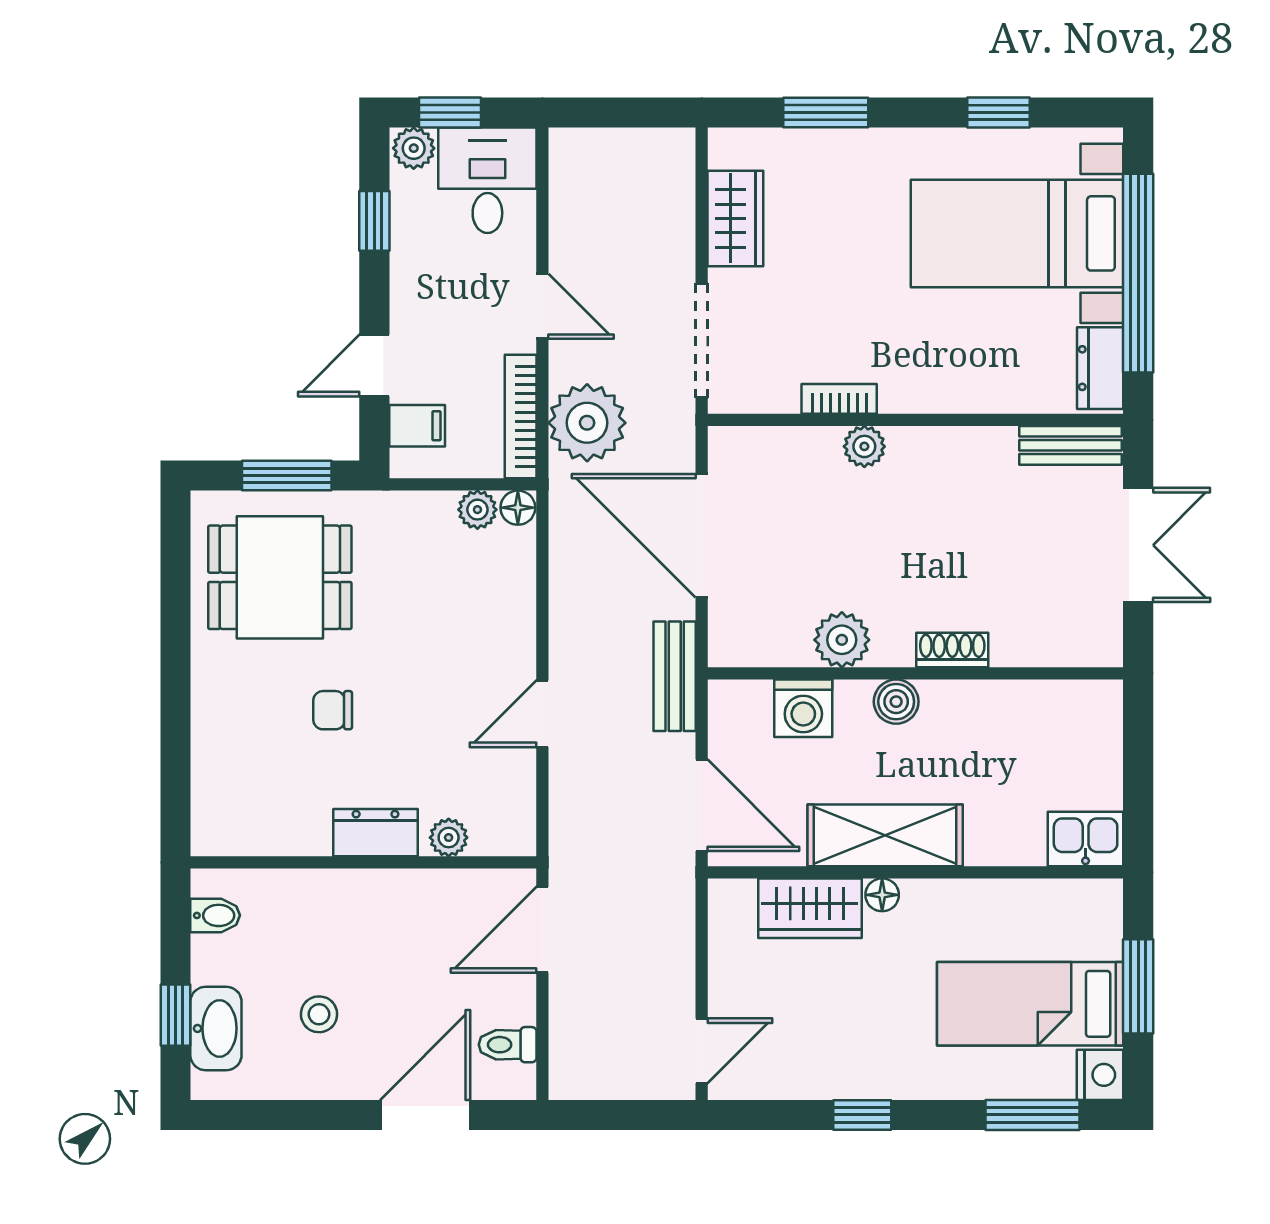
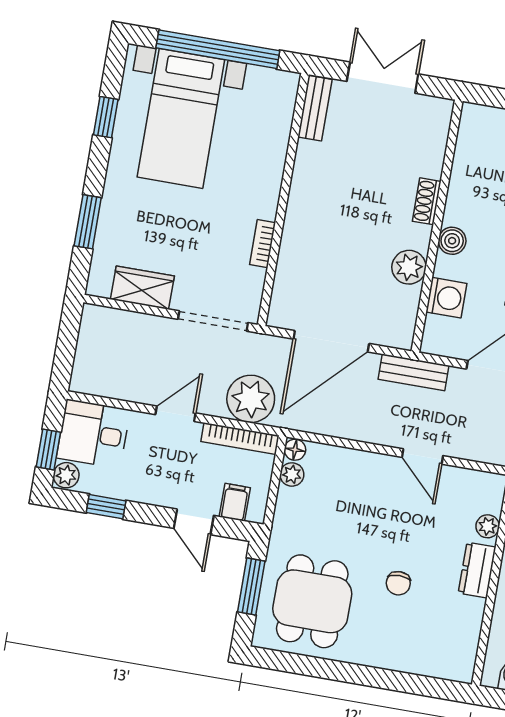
dresser: (1100, 368) -> (271, 82), removed
plant: (864, 446) -> (294, 233), removed

